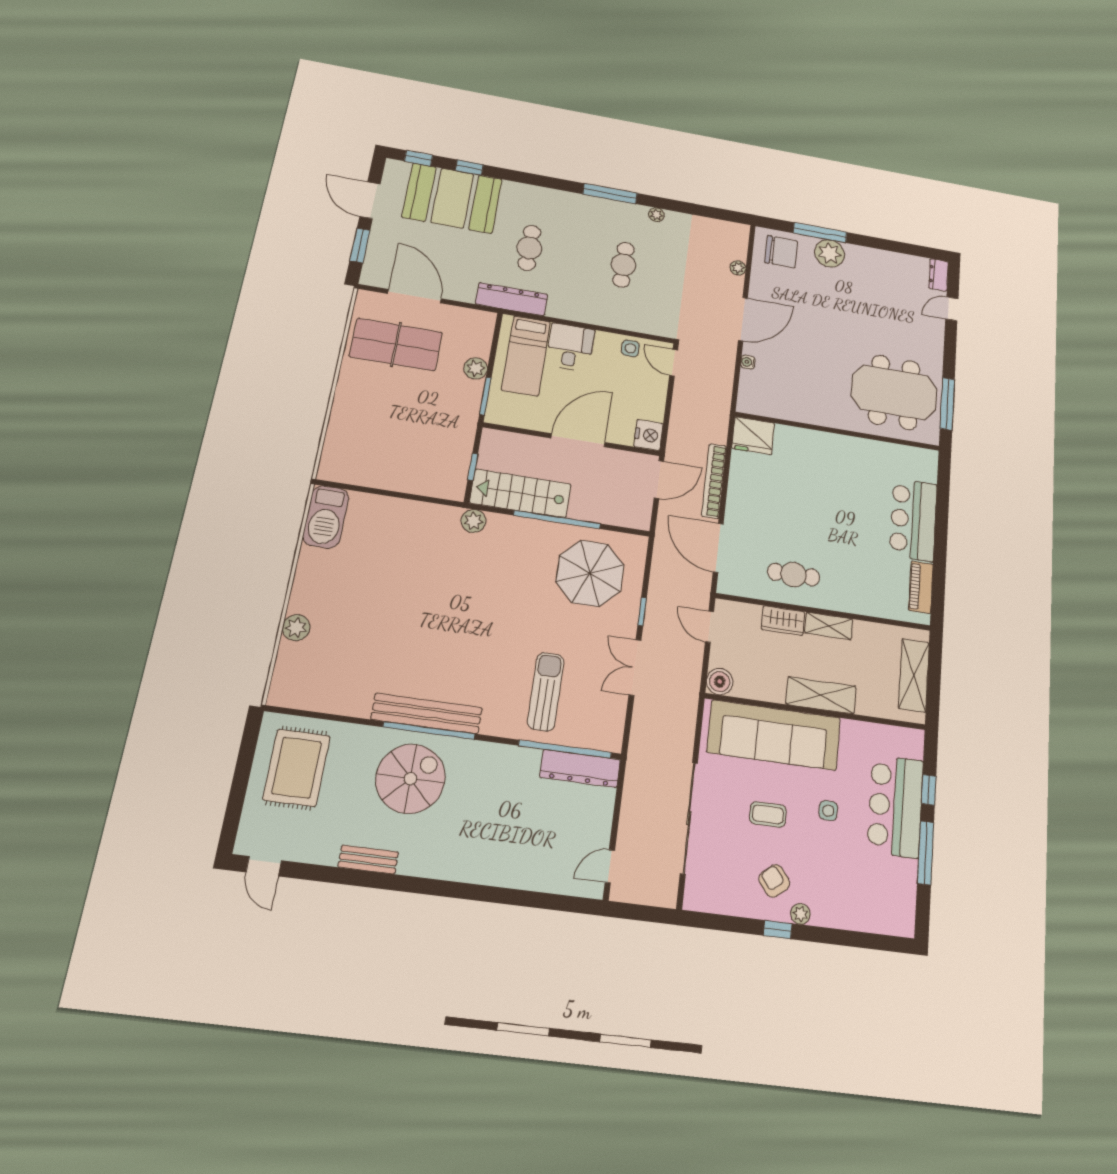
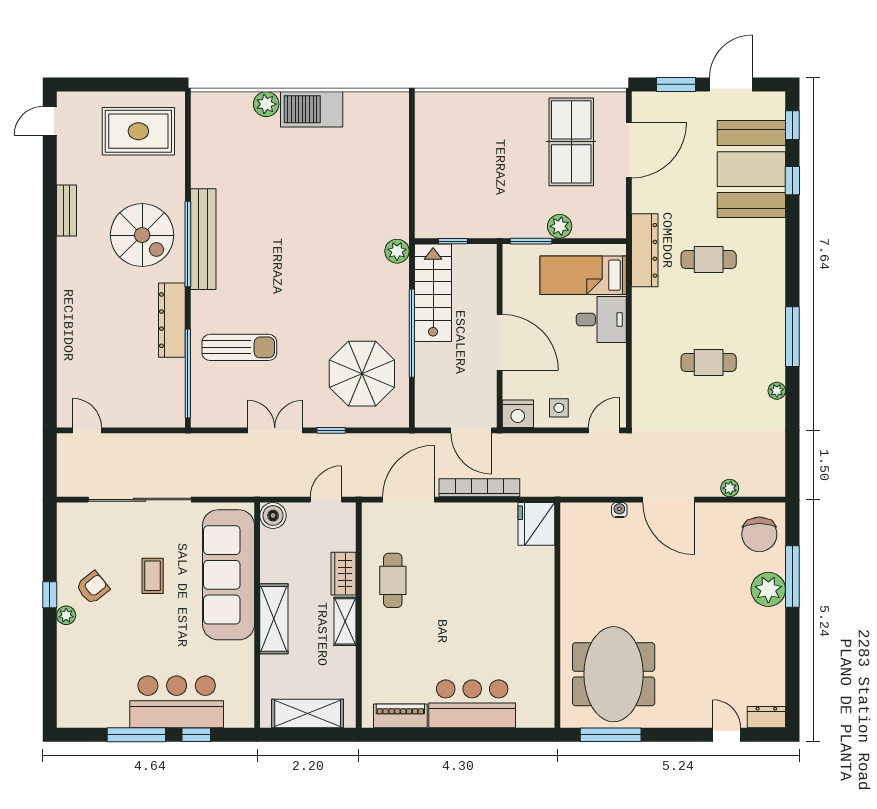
side table: (630, 348) -> (559, 408), moved
barbecue: (326, 517) -> (312, 109), moved
dresser: (580, 768) -> (172, 320), moved
side table: (828, 811) -> (164, 635), removed

